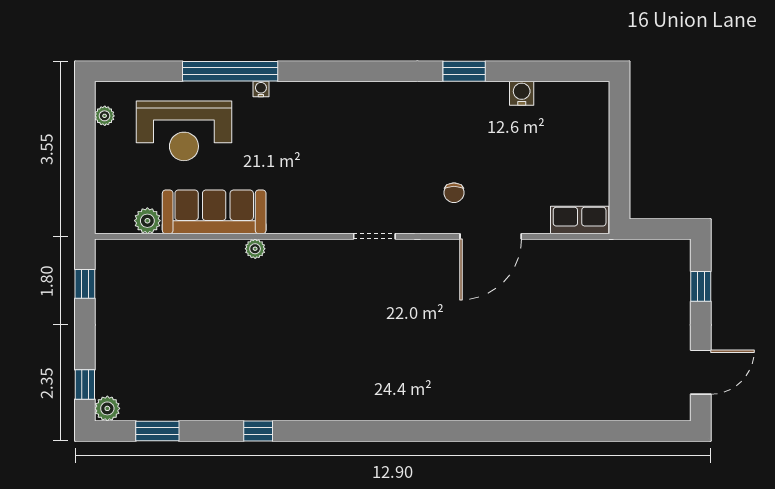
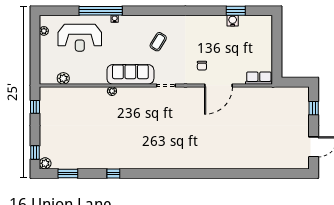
window: (464, 71) -> (236, 11), moved
coffee table: (357, 140) -> (158, 42), added
sofa: (214, 212) -> (130, 74), moved

